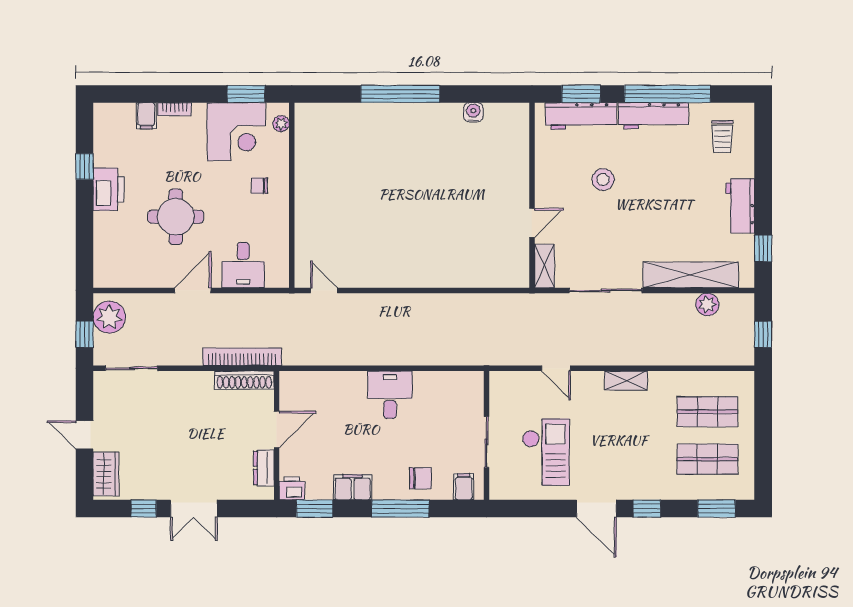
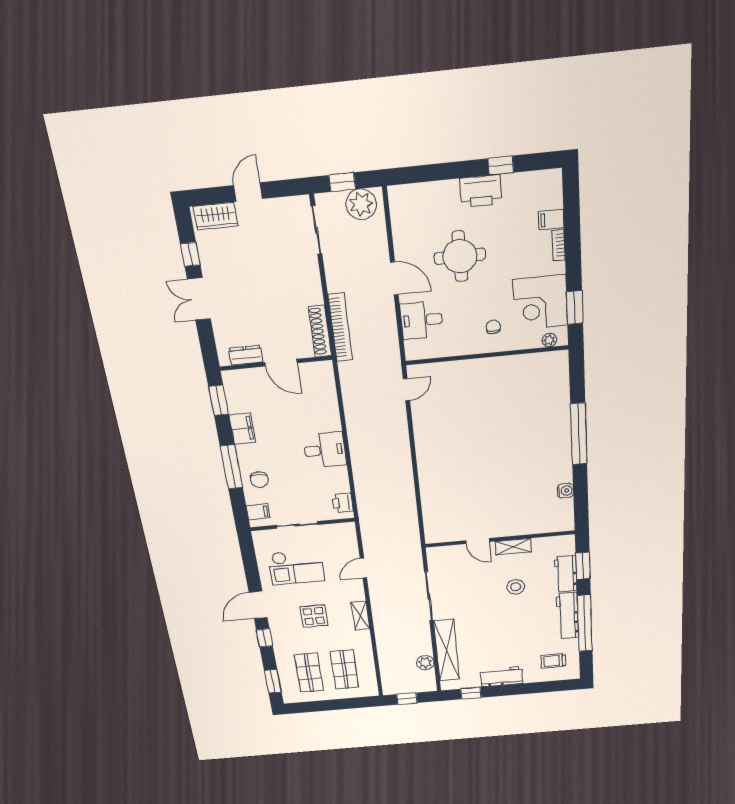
workbench: (581, 116) -> (566, 574), width x0.73
shelving: (544, 266) -> (513, 547), moved
display table: (620, 440) -> (314, 616), added
printer: (292, 488) -> (343, 503), moved, turned 180

